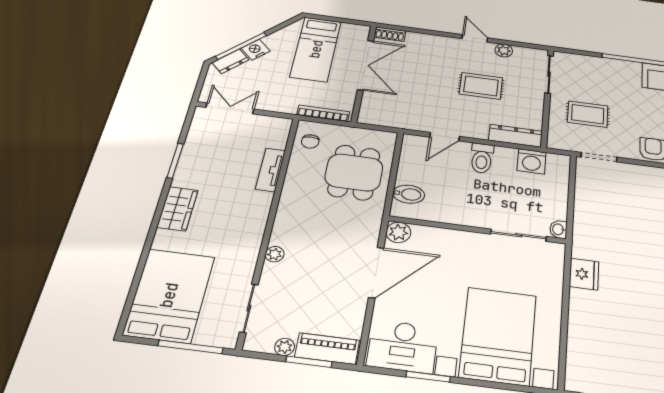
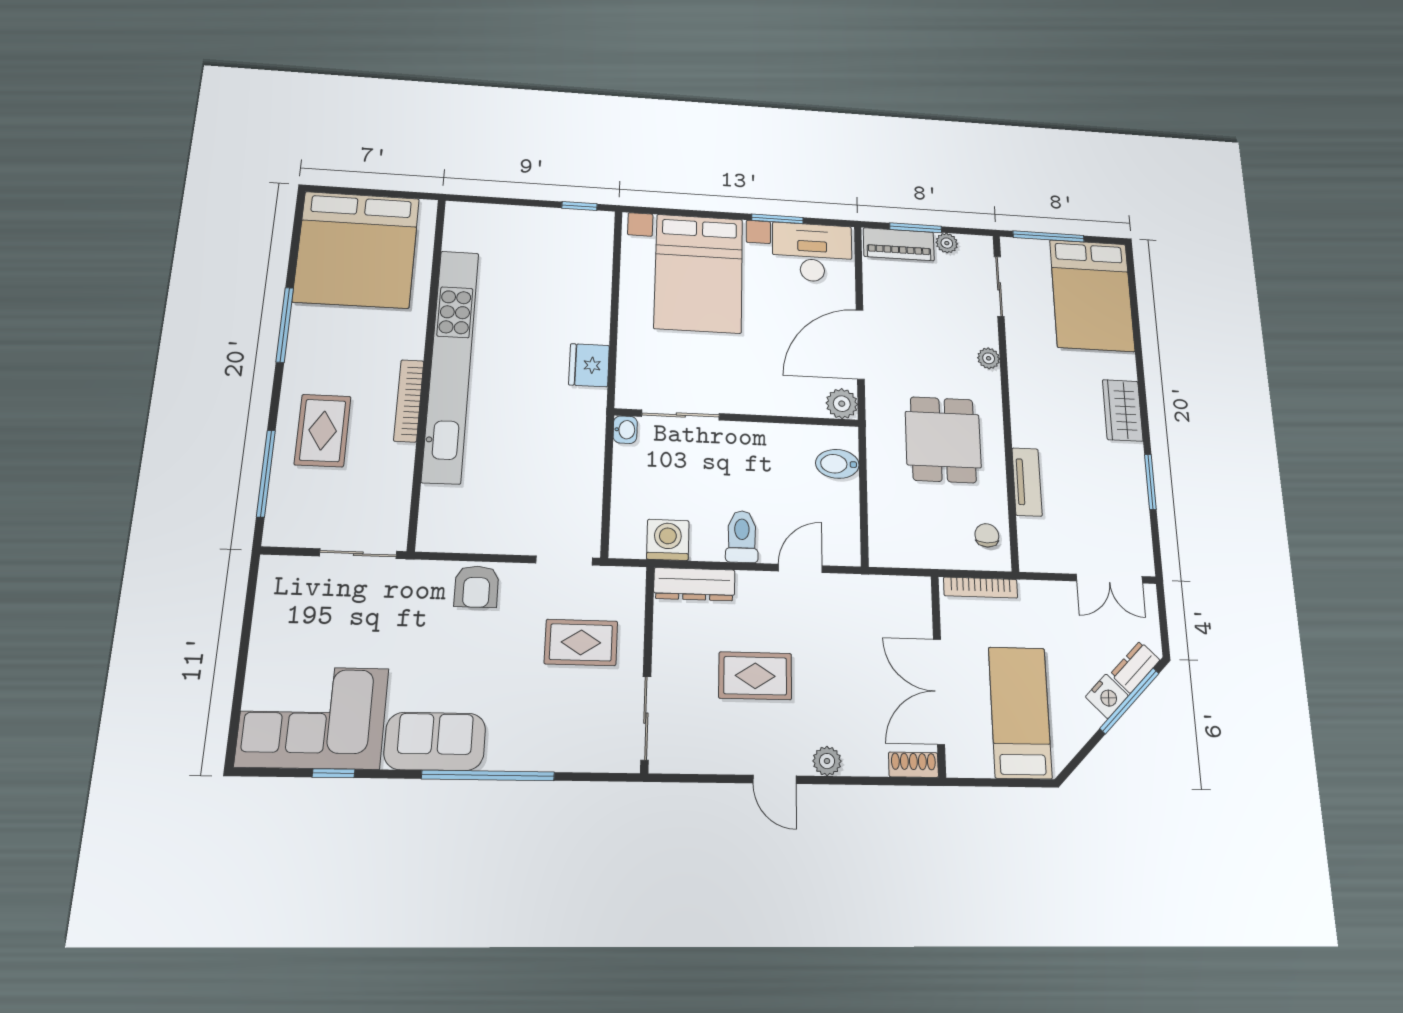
plant: (504, 50) -> (827, 761), moved
dining table: (354, 172) -> (943, 440), moved

